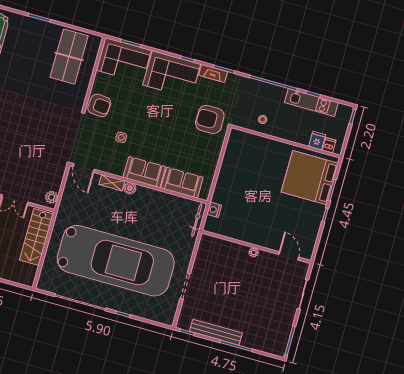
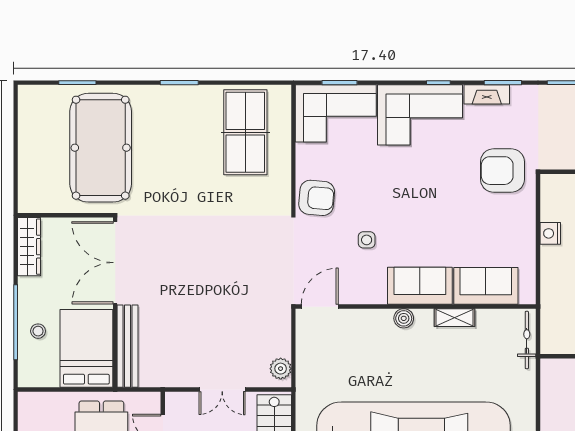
door: (84, 168) -> (320, 307), swing flipped
shelving: (112, 183) -> (454, 318), moved
nightstand: (214, 210) -> (550, 233), moved

